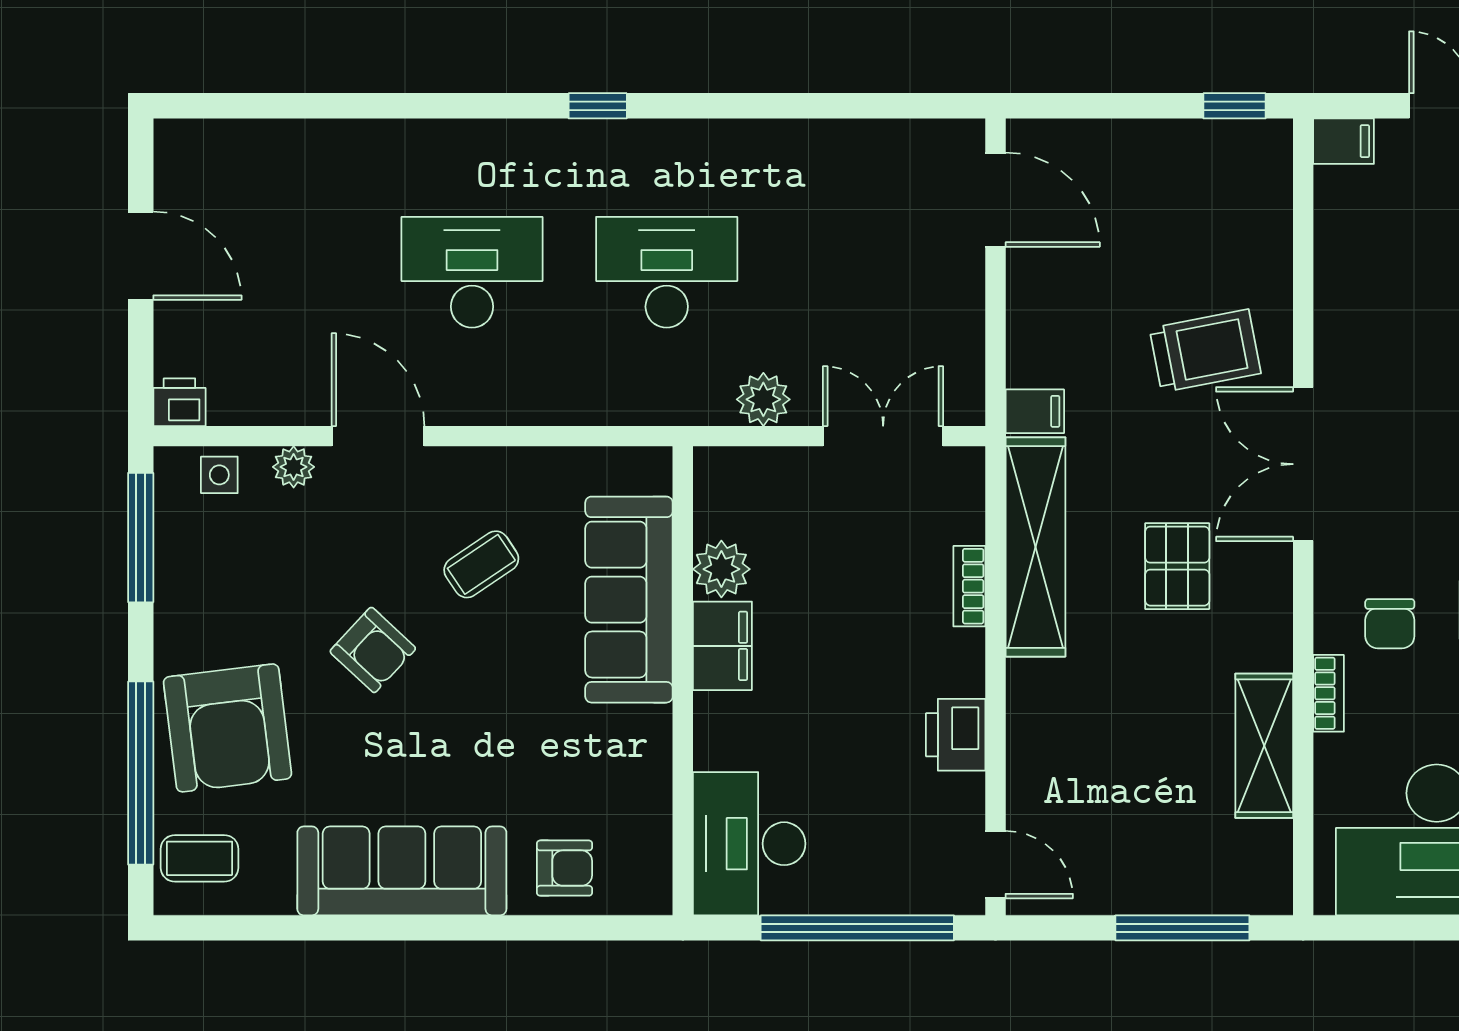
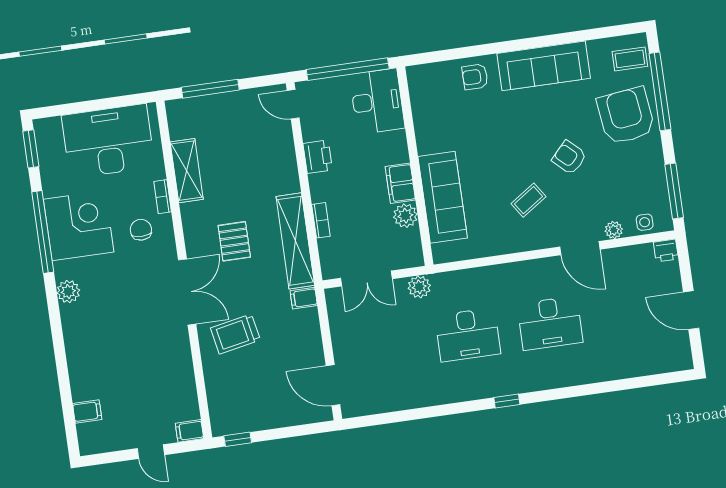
plant: (721, 569) -> (405, 216), moved
sofa: (629, 600) -> (443, 197), moved
filing cabinet: (722, 646) -> (400, 183), moved
wall: (683, 681) -> (415, 166), moved
desk: (749, 844) -> (377, 101), moved

